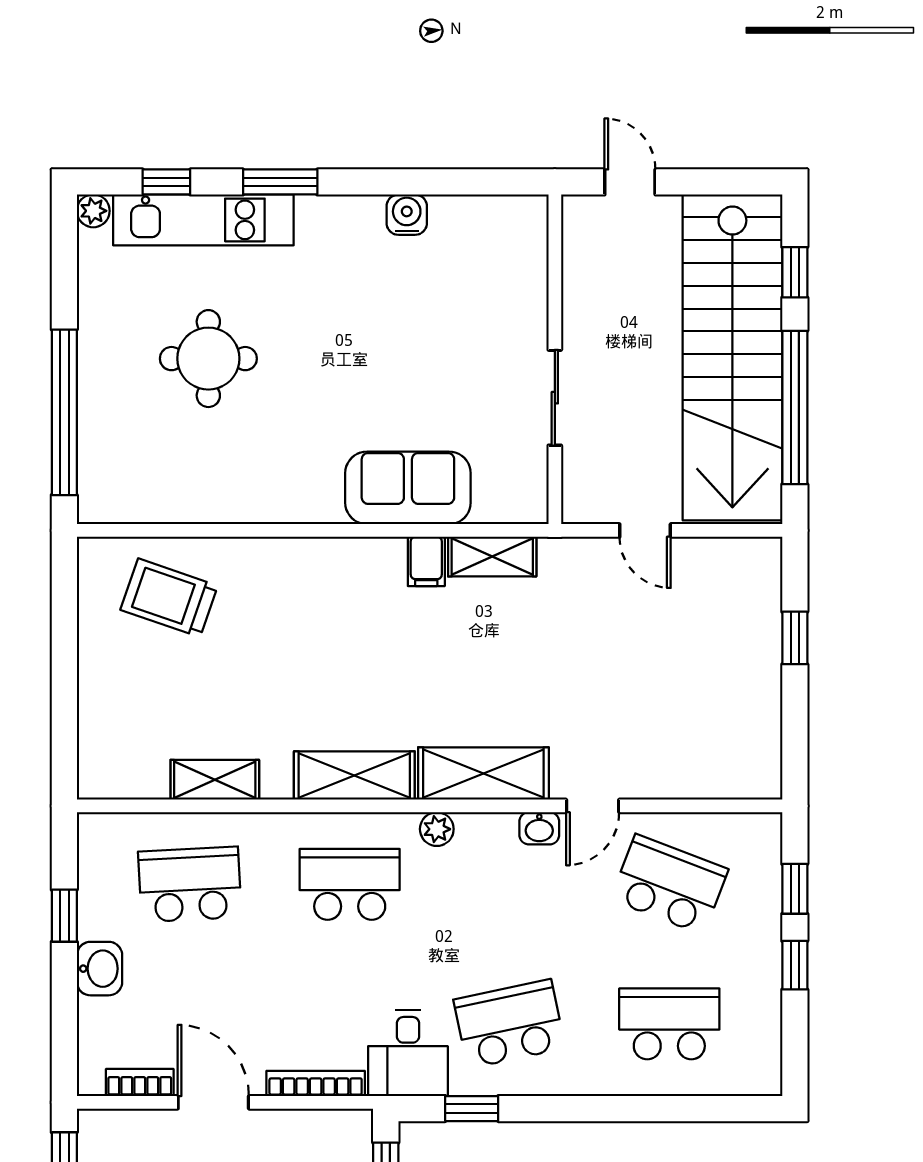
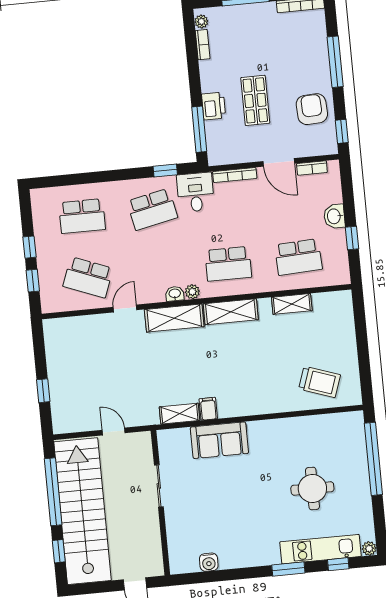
water cooler: (407, 215) -> (209, 562), moved
washbasin: (539, 828) -> (175, 294), moved

